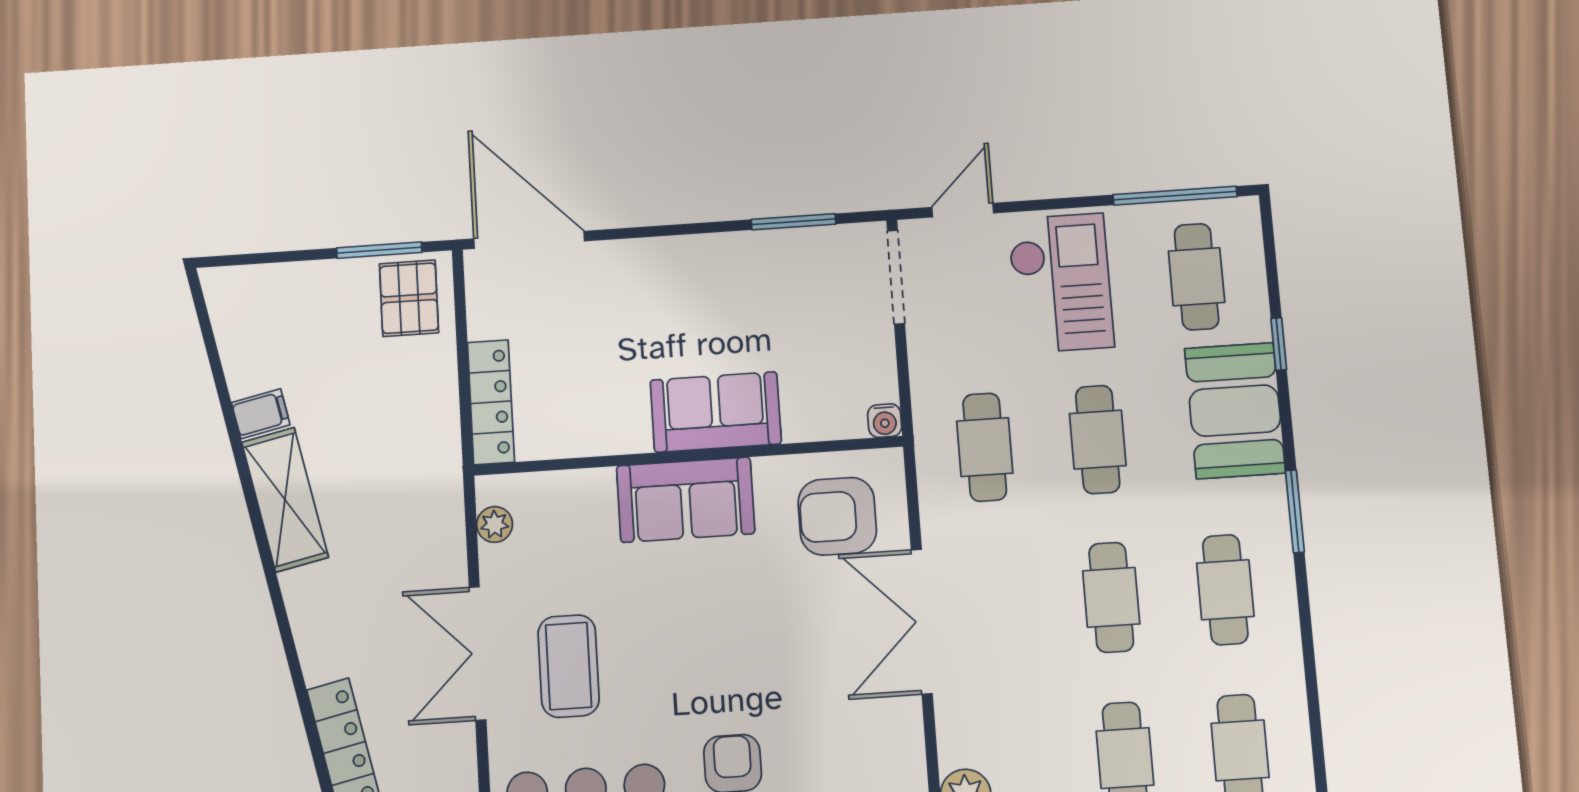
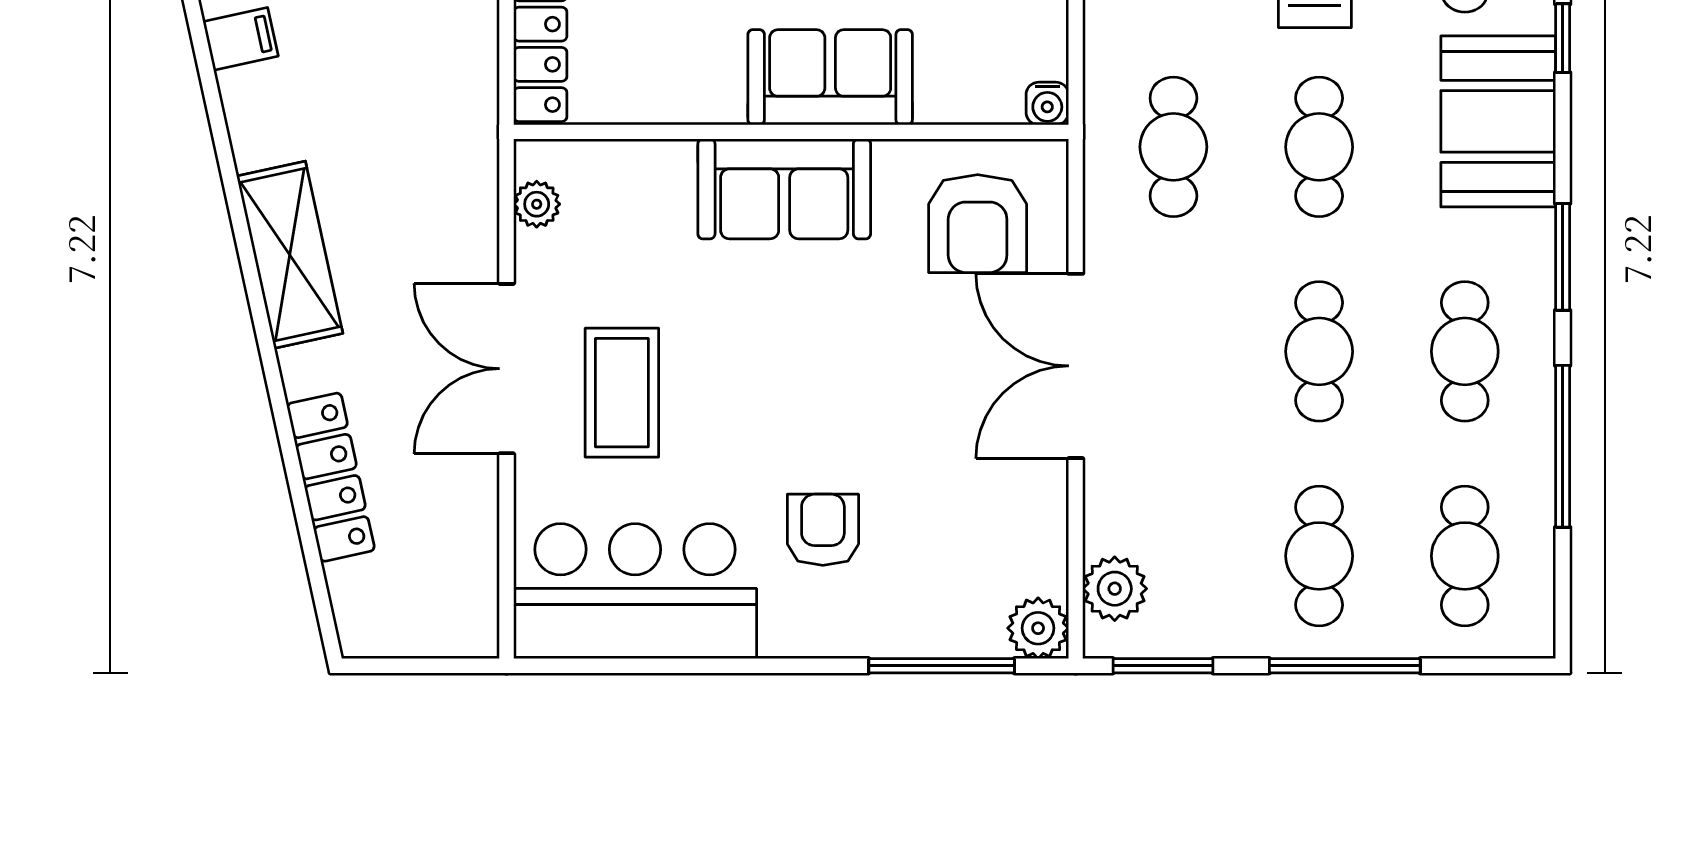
shelving: (285, 500) -> (290, 255), moved
armchair: (837, 516) -> (978, 224), turned -90
window: (1309, 659) -> (1563, 446), added

